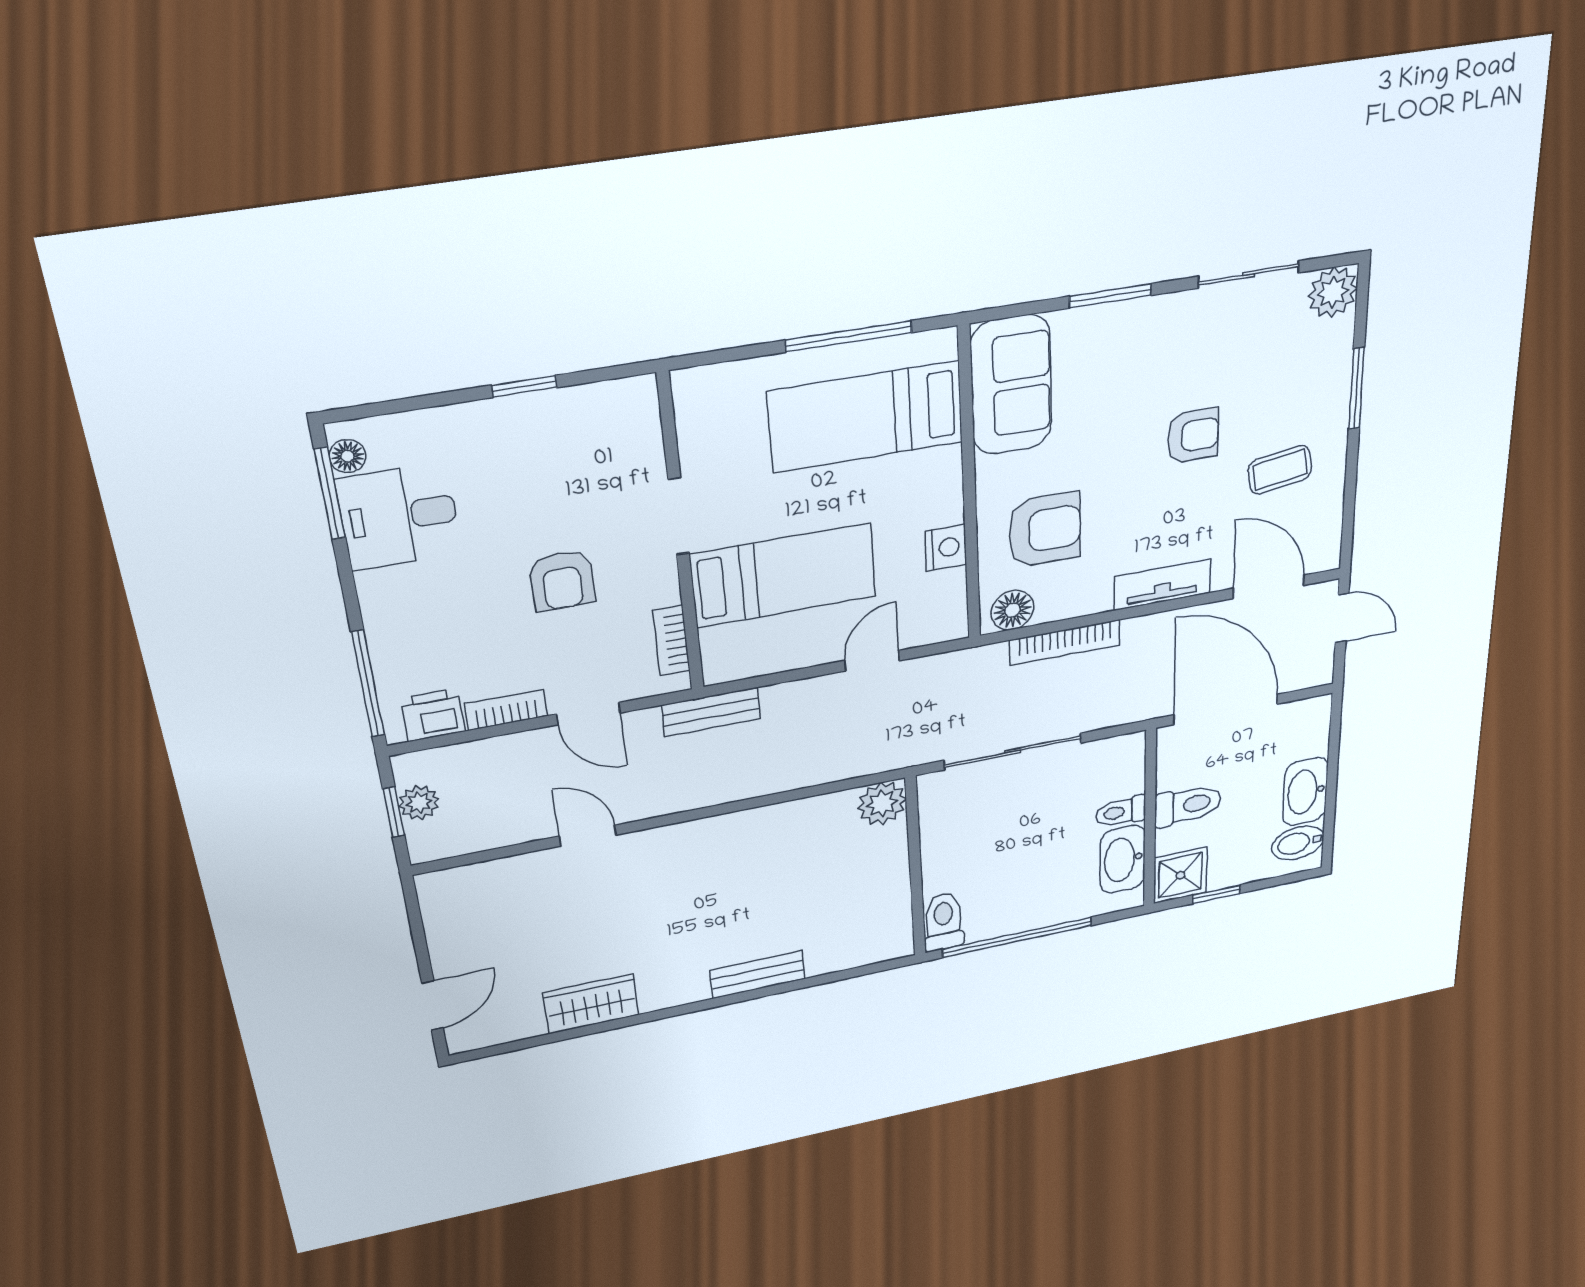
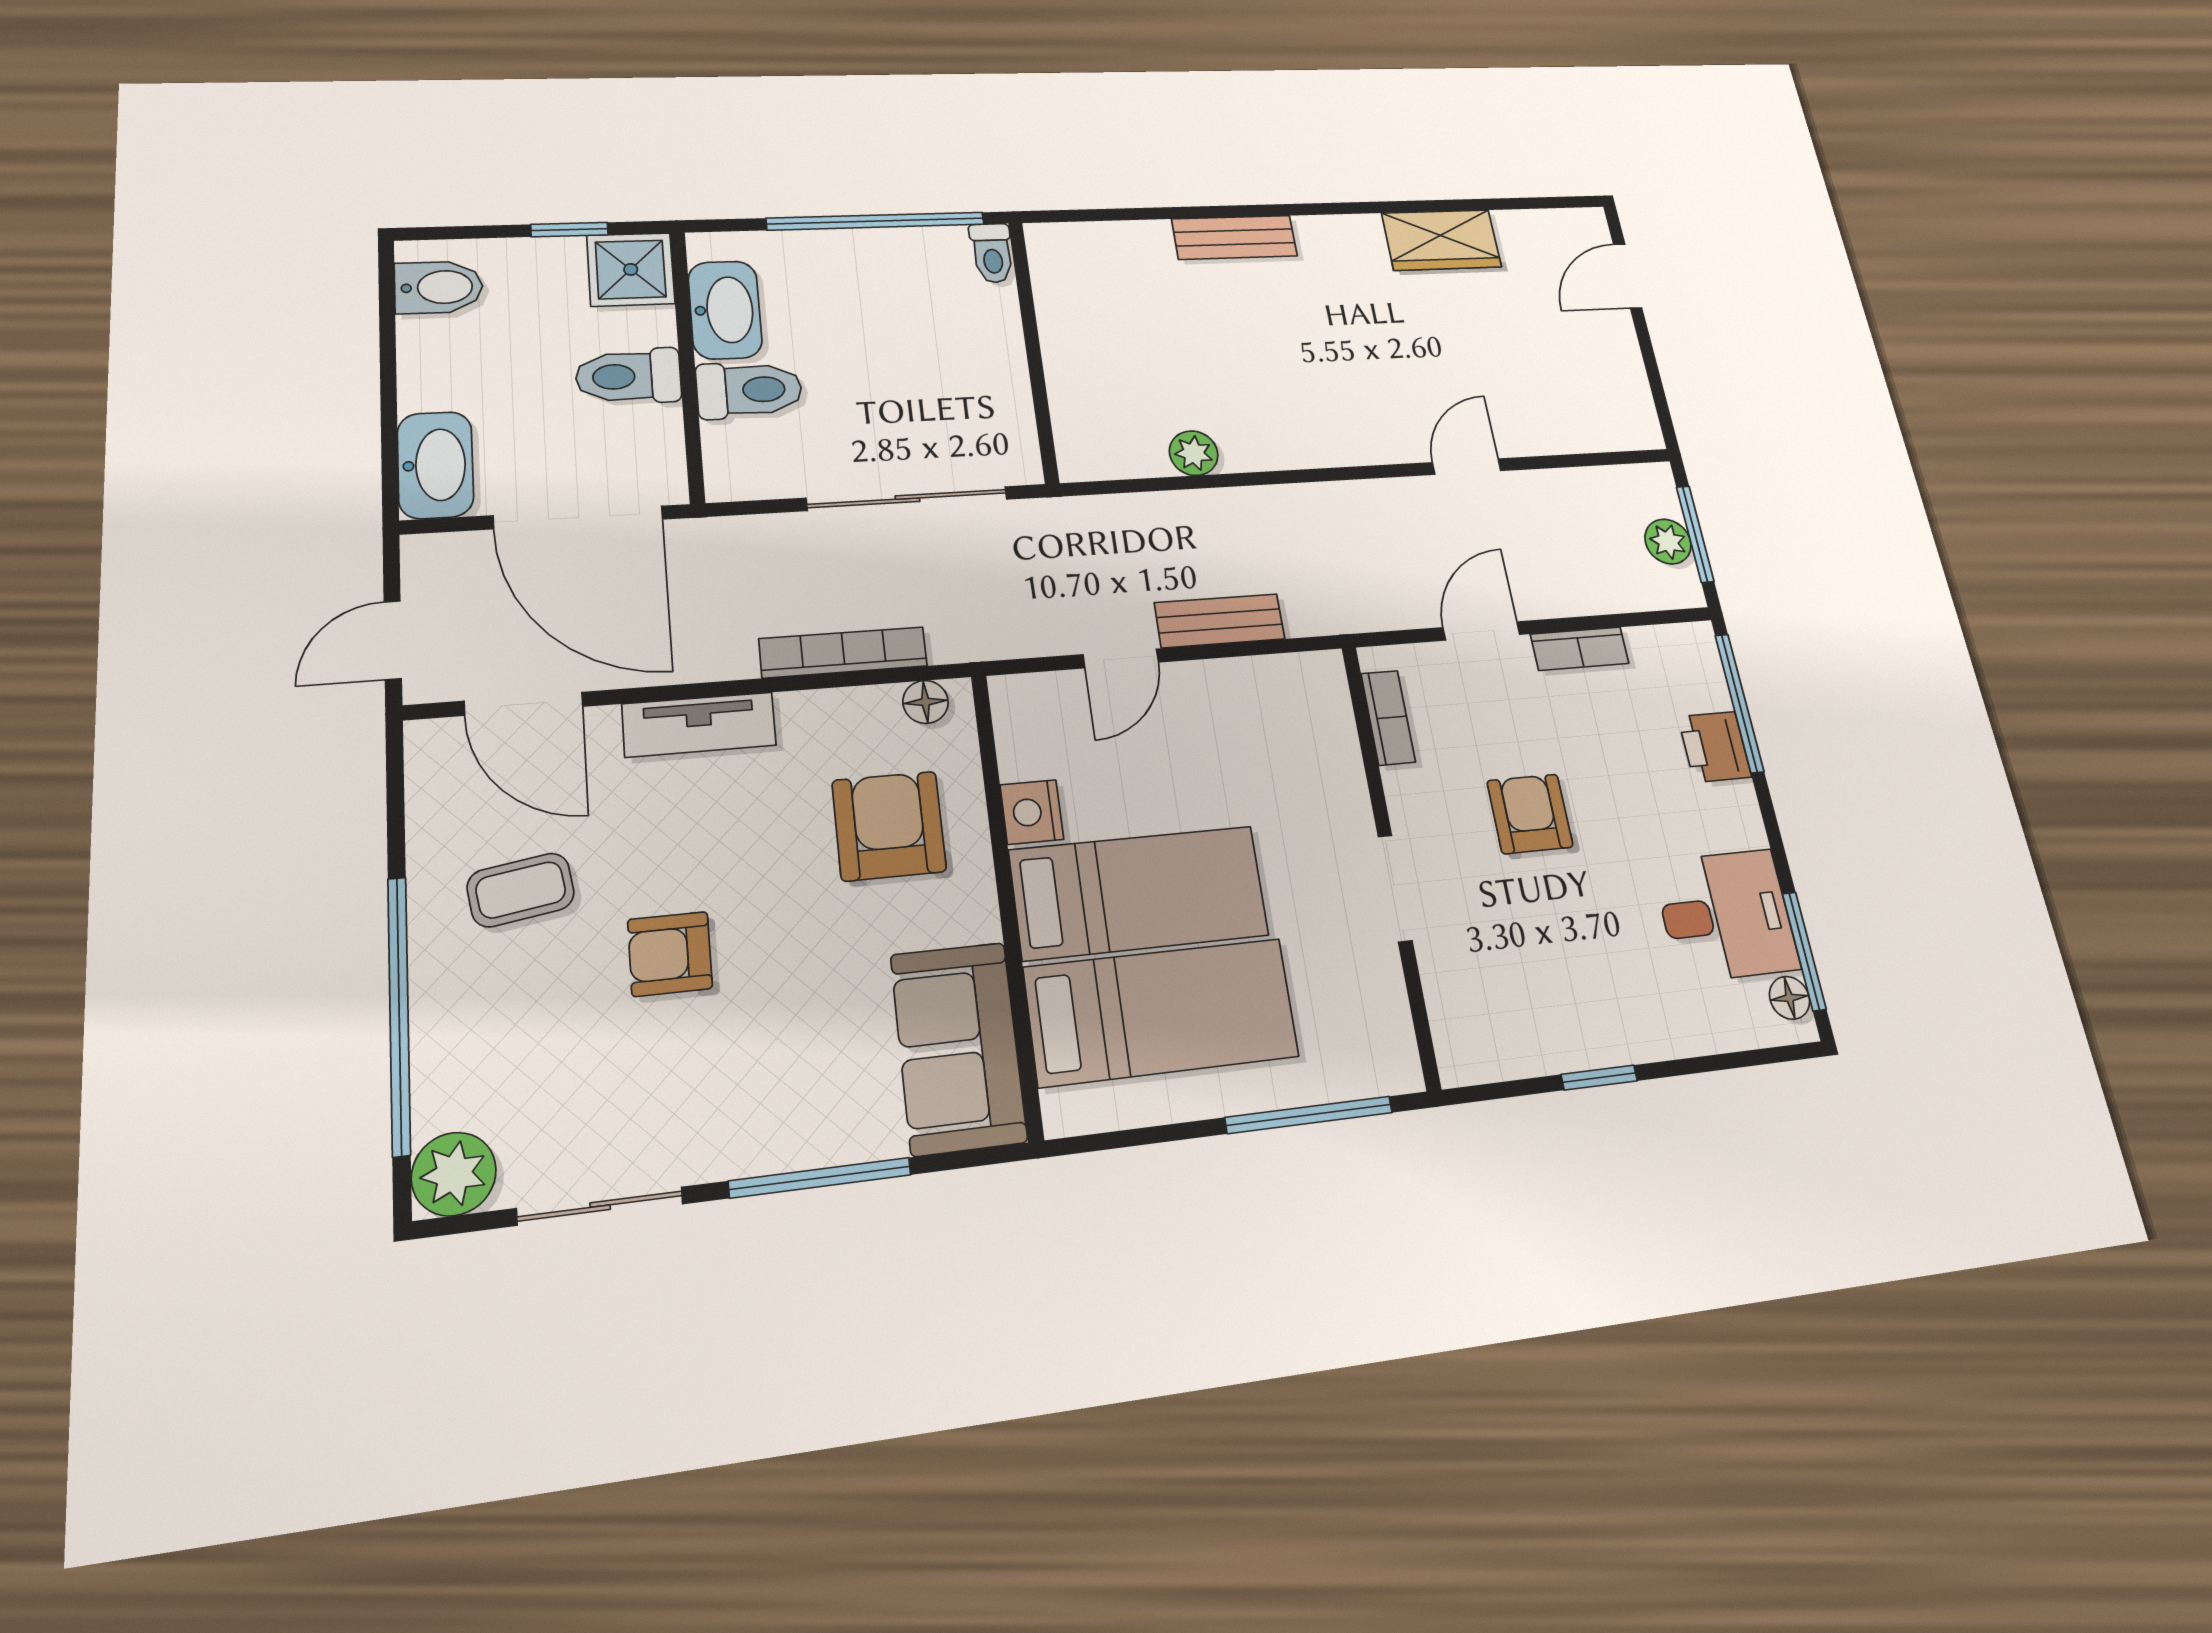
window: (1110, 296) -> (820, 1178), width x1.44
window: (849, 336) -> (1309, 1115), moved
window: (1356, 388) -> (399, 1014), width x2.11
armchair: (1045, 530) -> (889, 826), turned 90
bed: (784, 576) -> (1139, 893), moved, turned 180
floor lamp: (1013, 610) -> (925, 702), width x0.73, depth x0.73
door: (1342, 618) -> (393, 640), hinge flipped
bench: (711, 712) -> (1220, 621), moved
door: (588, 714) -> (1481, 631), hinge flipped
printer: (433, 715) -> (1715, 747), moved, turned 90
washbasin: (1305, 792) -> (435, 465), moved
plant: (882, 804) -> (1194, 453), moved, width x0.73, depth x0.73
window: (394, 812) -> (1695, 534), width x1.50
toilet: (1121, 812) -> (749, 390), width x1.37, depth x1.39
door: (588, 836) -> (1467, 467), swing flipped
toilet: (944, 921) -> (992, 253), width x0.73, depth x0.72

